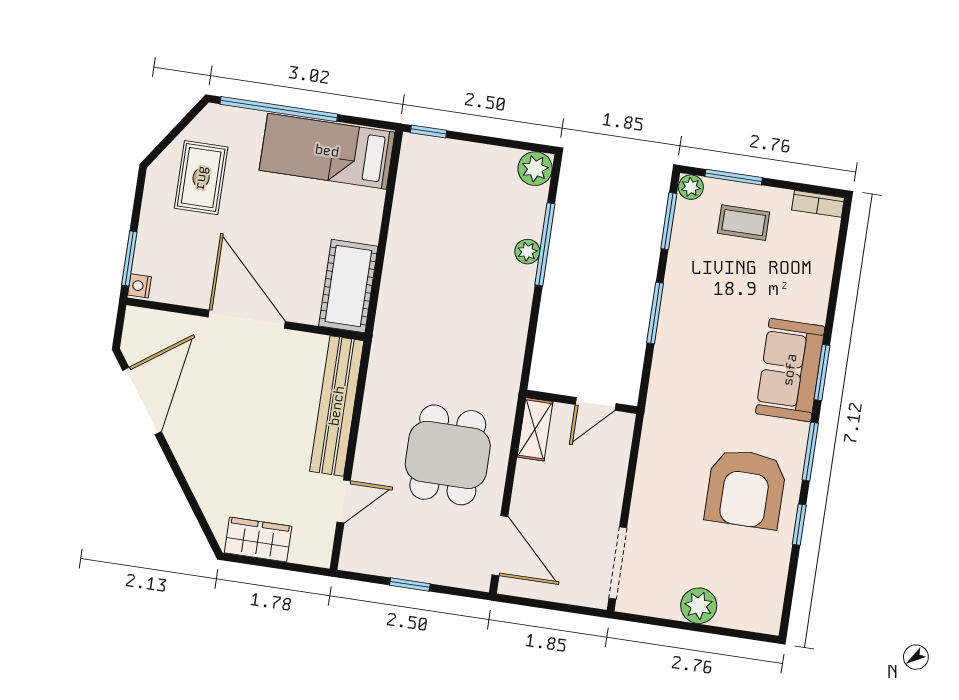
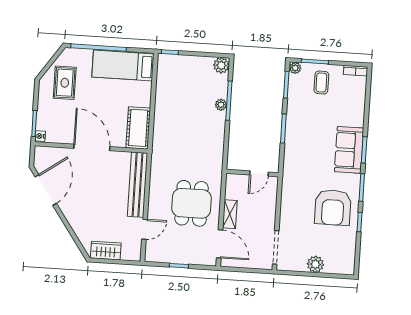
coffee table: (744, 223) -> (321, 83), turned 90
shelving: (535, 429) -> (230, 214), moved

